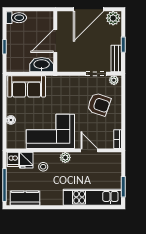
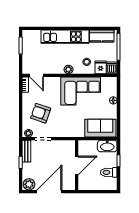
toilet: (16, 18) -> (109, 172), moved
washbasin: (42, 65) -> (107, 146), moved
door: (89, 150) -> (37, 75), moved
kitchen unit: (92, 197) -> (65, 37), moved

